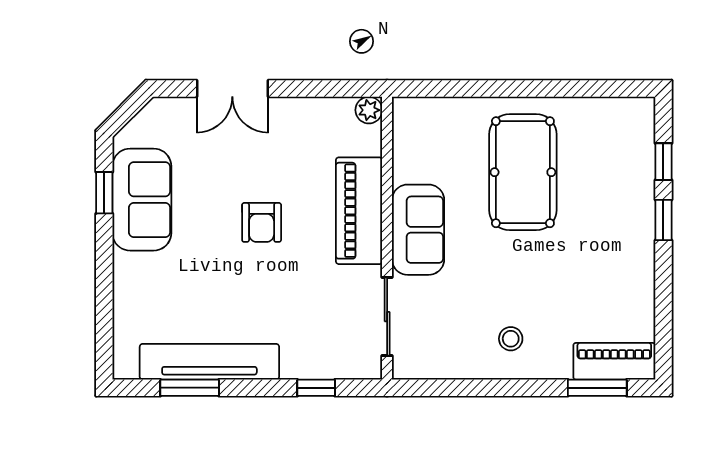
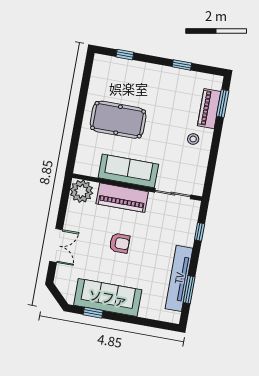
plant: (369, 110) -> (81, 191), width x1.88, depth x1.88
sofa: (142, 200) -> (108, 297), width x1.36
window: (663, 220) -> (182, 65), moved
sofa: (418, 230) -> (128, 171), width x1.36
piano: (614, 361) -> (209, 109), moved

